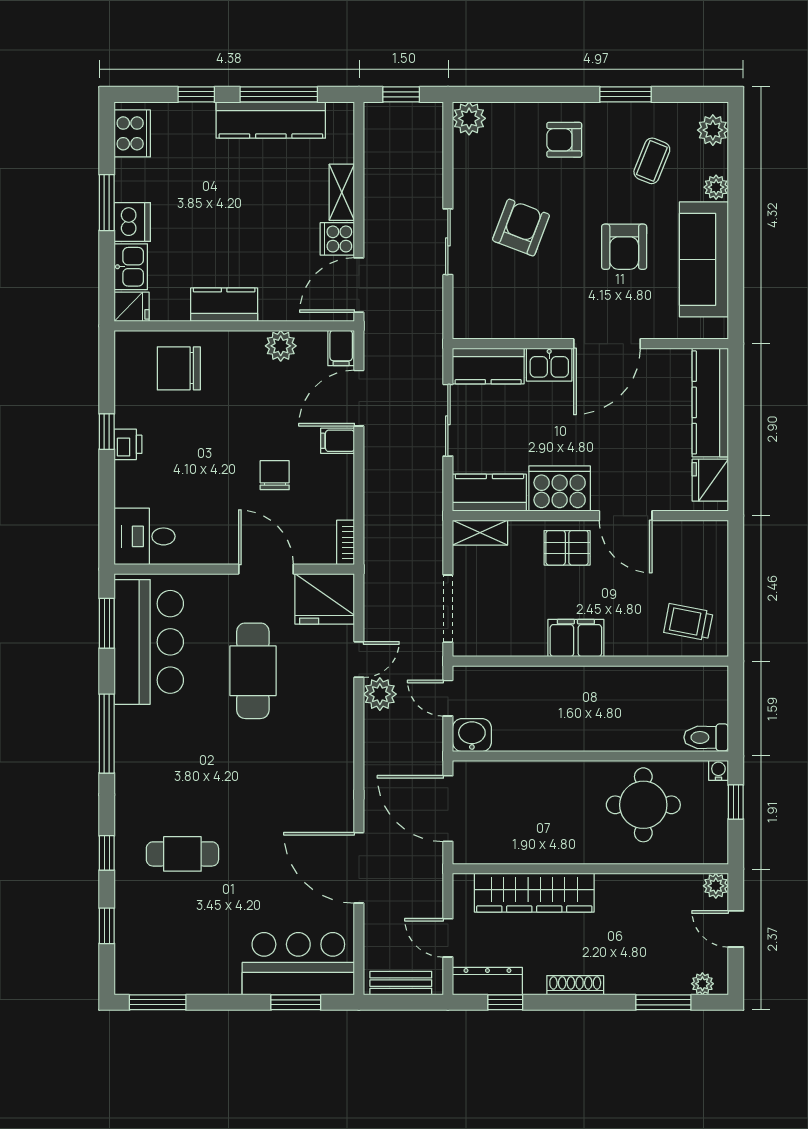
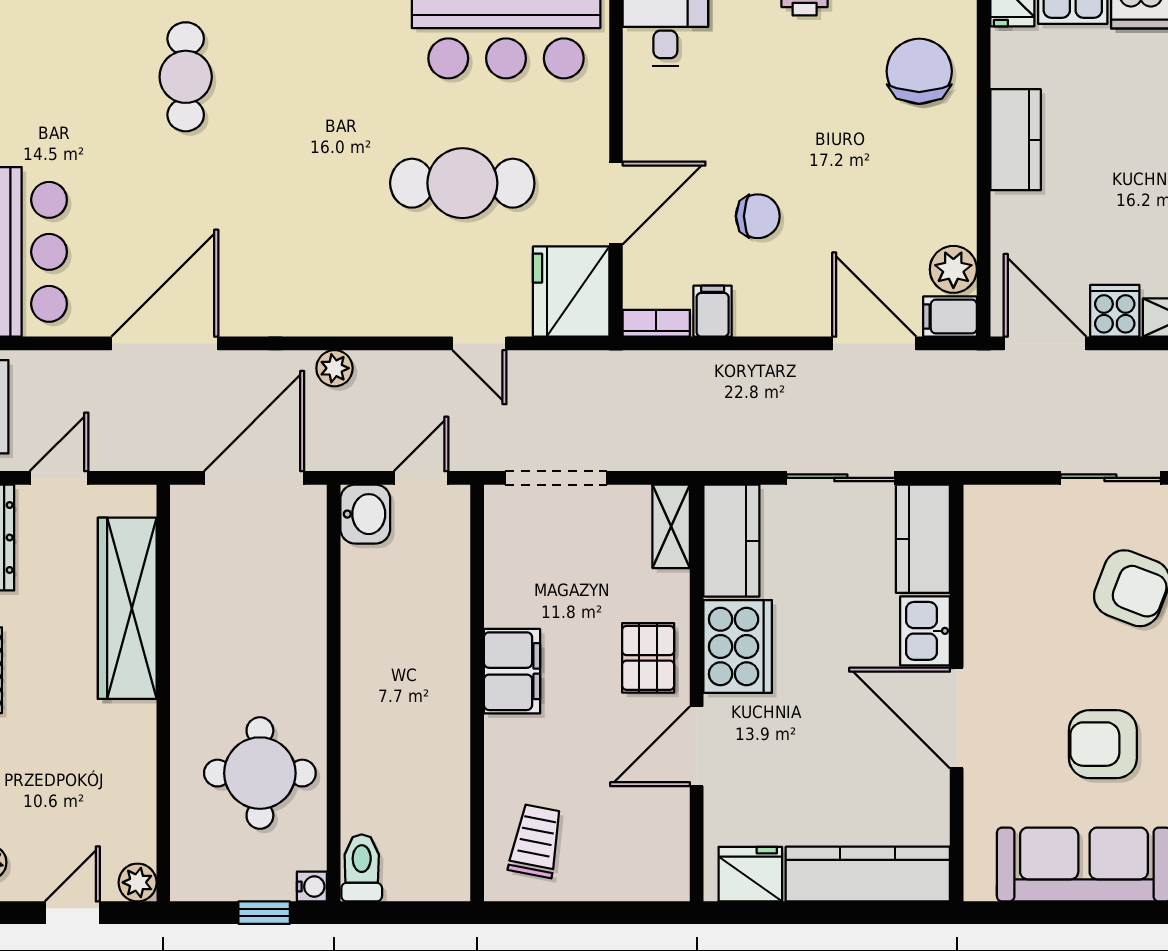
plant: (281, 346) -> (953, 269), moved
filing cabinet: (338, 441) -> (713, 311), moved
plant: (380, 694) -> (334, 368), moved, width x0.73, depth x0.73

